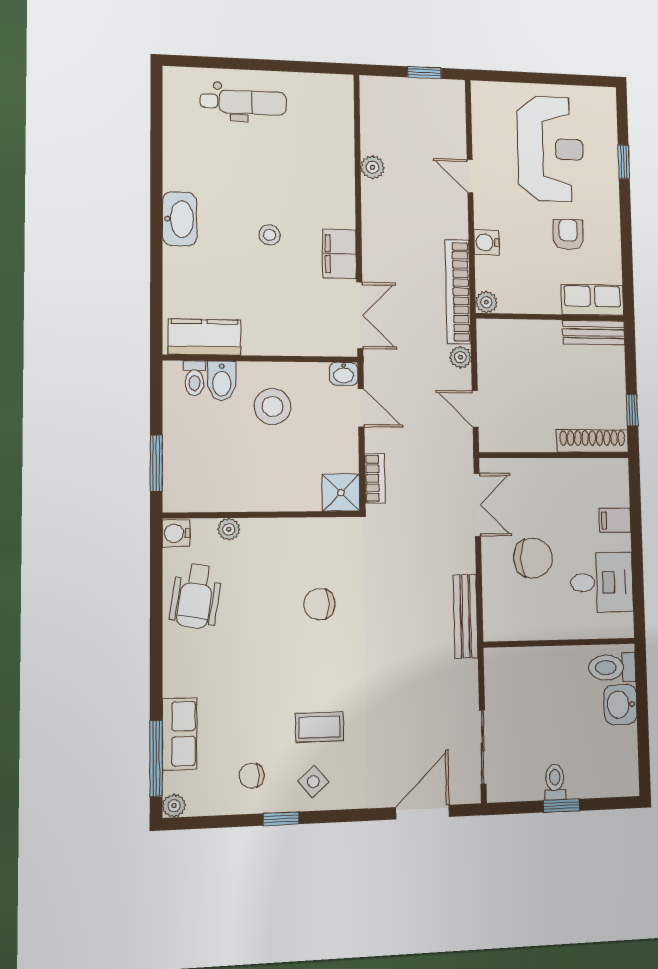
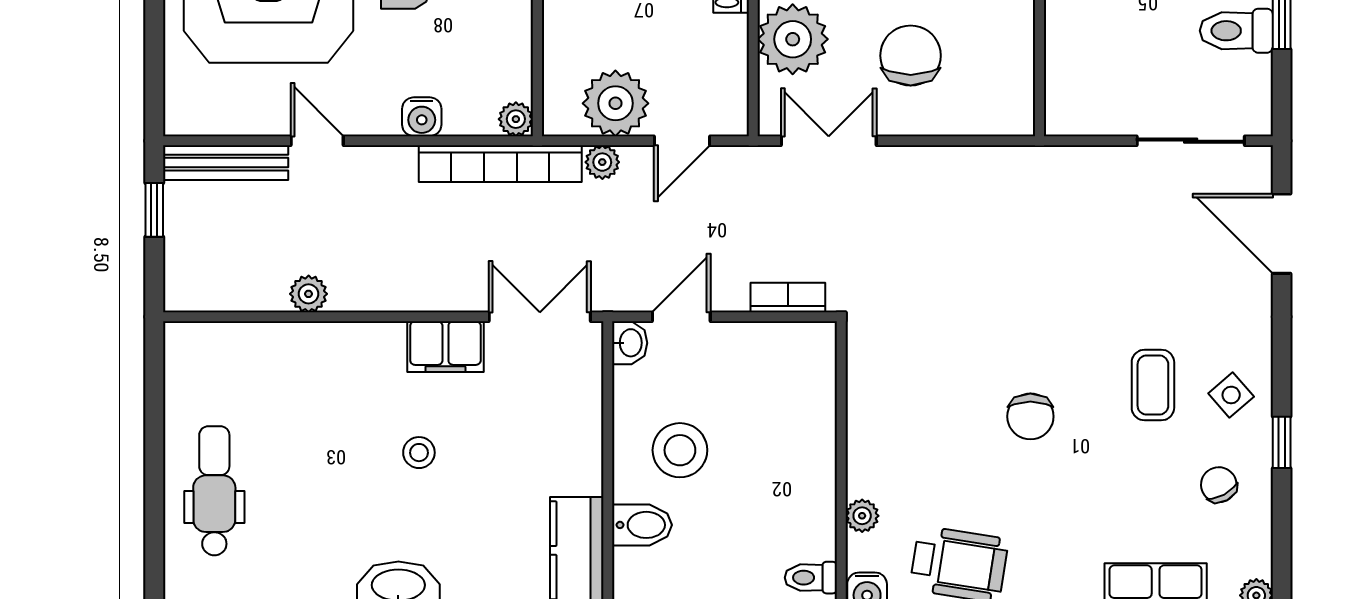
door: (470, 176) -> (317, 141), swing flipped
plant: (498, 366) -> (615, 103), added
toilet: (195, 378) -> (811, 578), moved, turned 180
plant: (541, 481) -> (793, 39), added
shower: (341, 493) -> (809, 349), removed
chair: (319, 604) -> (1030, 416), moved
bench: (466, 616) -> (226, 163), moved
chair: (251, 776) -> (1219, 485), turned 152
toilet: (555, 782) -> (1236, 31), width x1.37, depth x1.39

